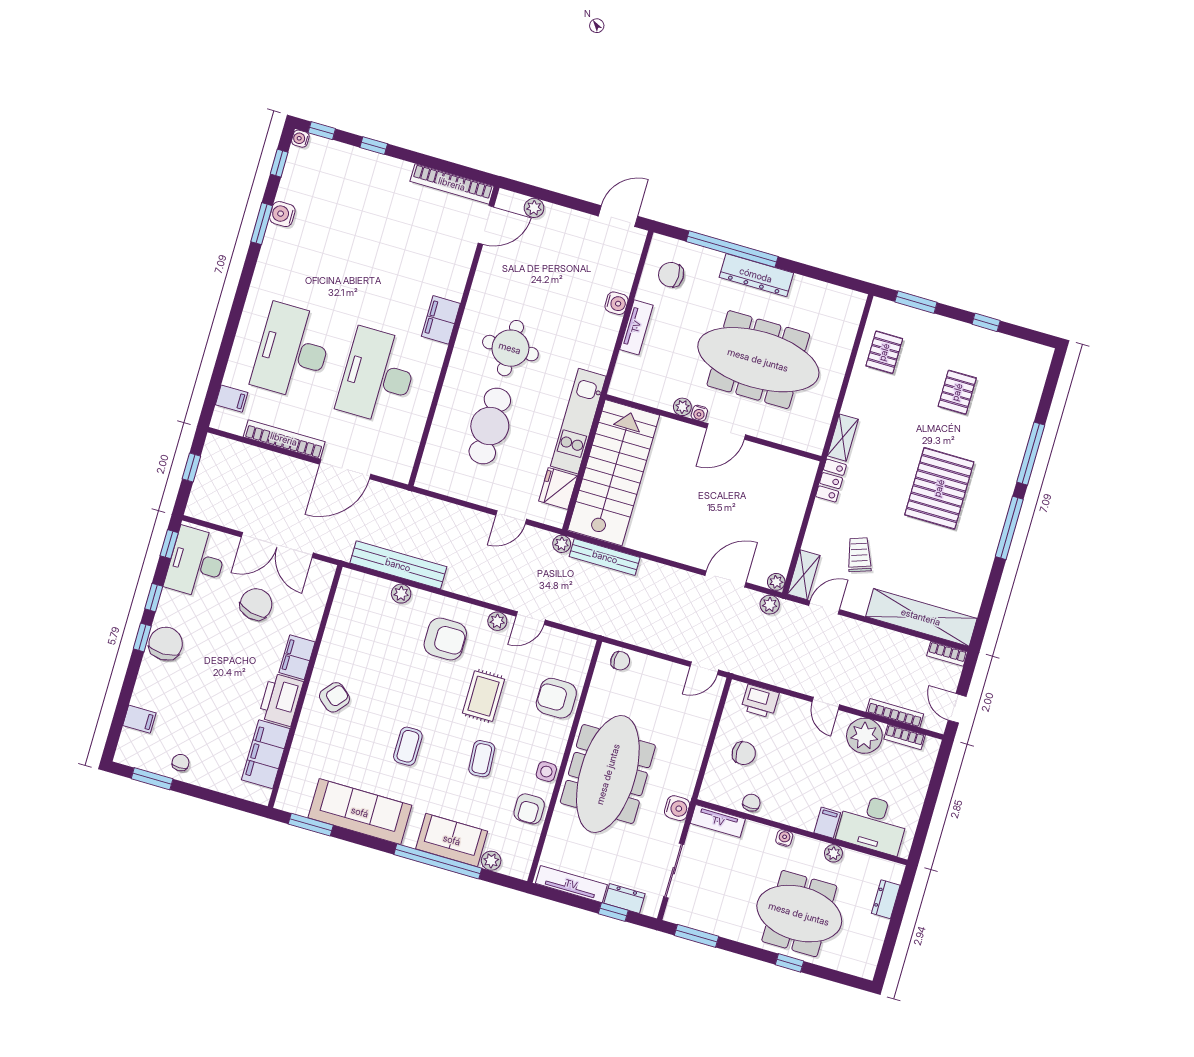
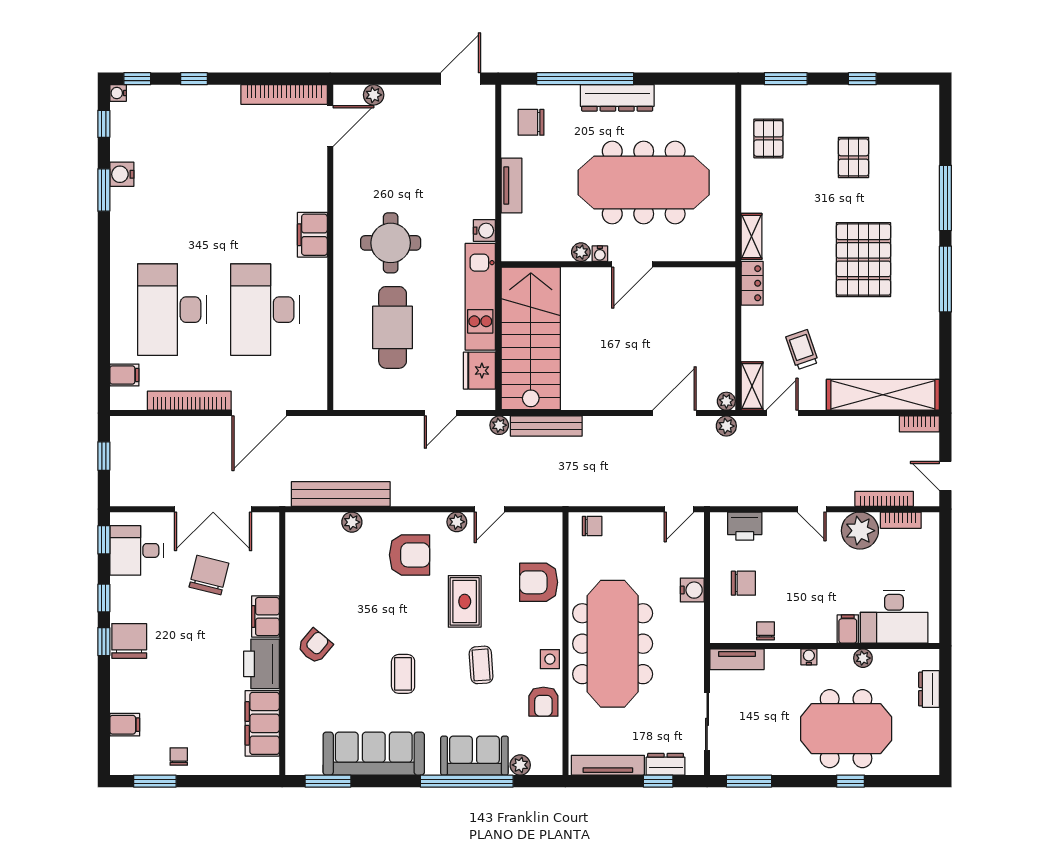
water cooler: (616, 303) -> (484, 231), moved
desk: (196, 563) -> (136, 550), width x0.73
water cooler: (677, 808) -> (692, 590), moved

